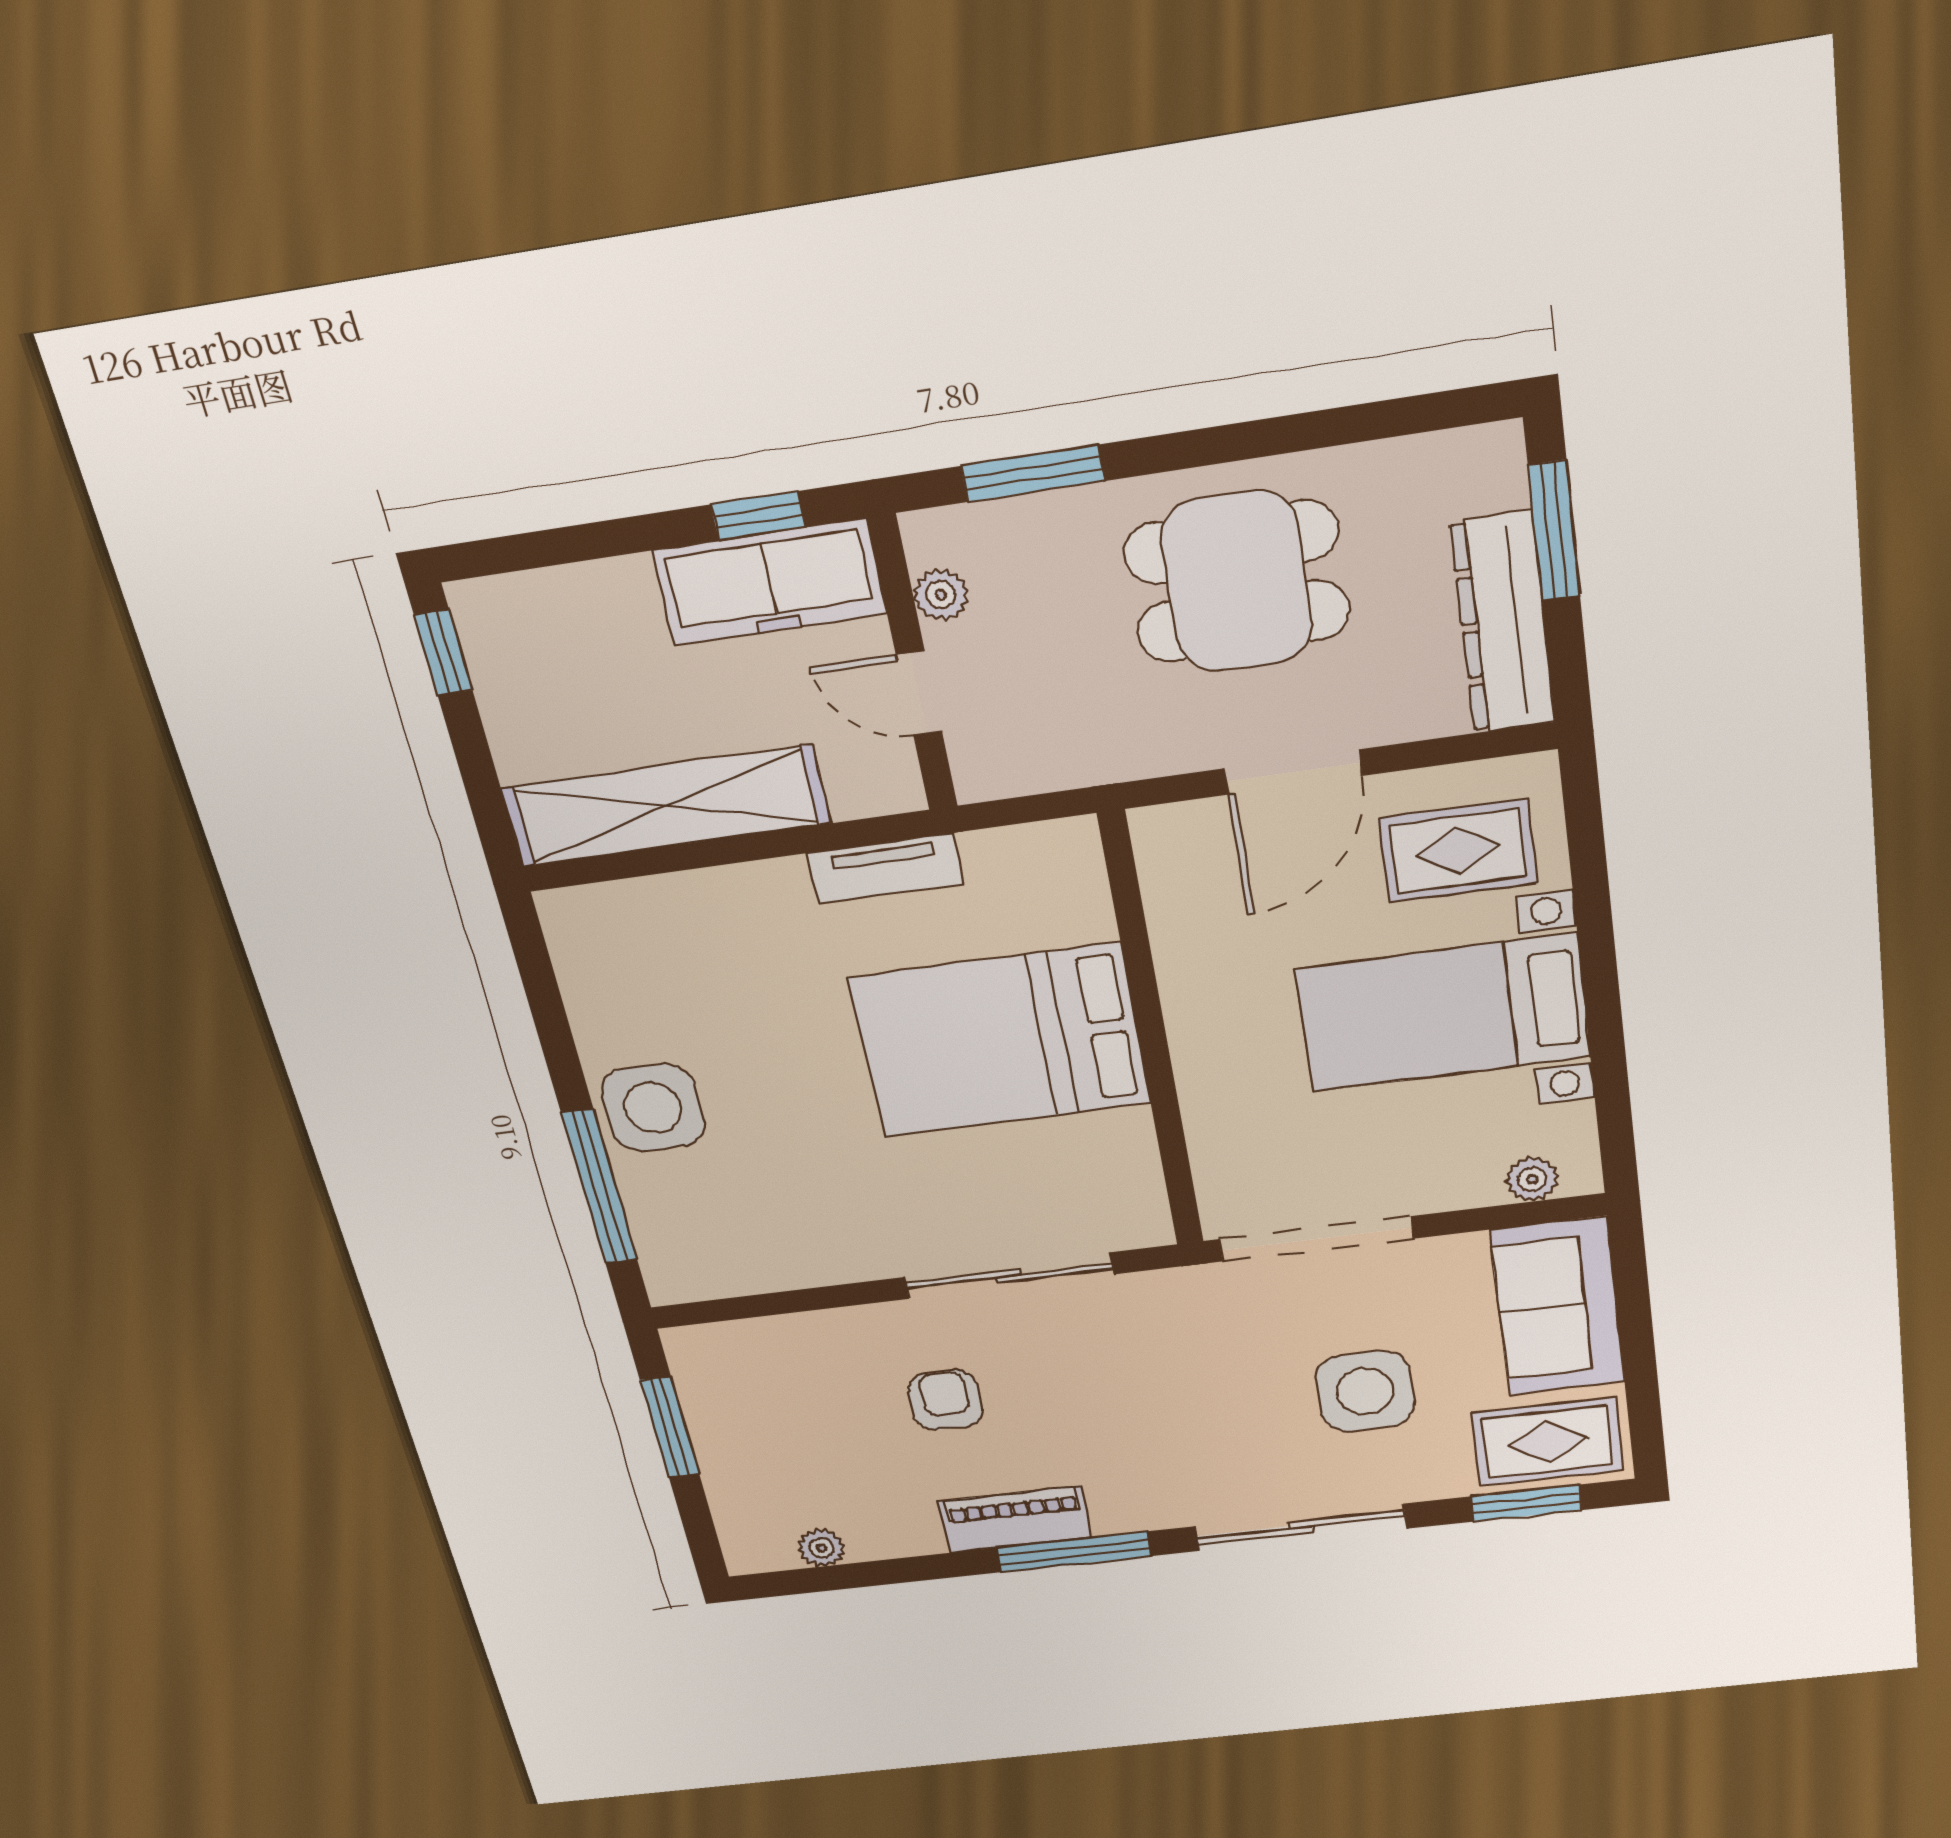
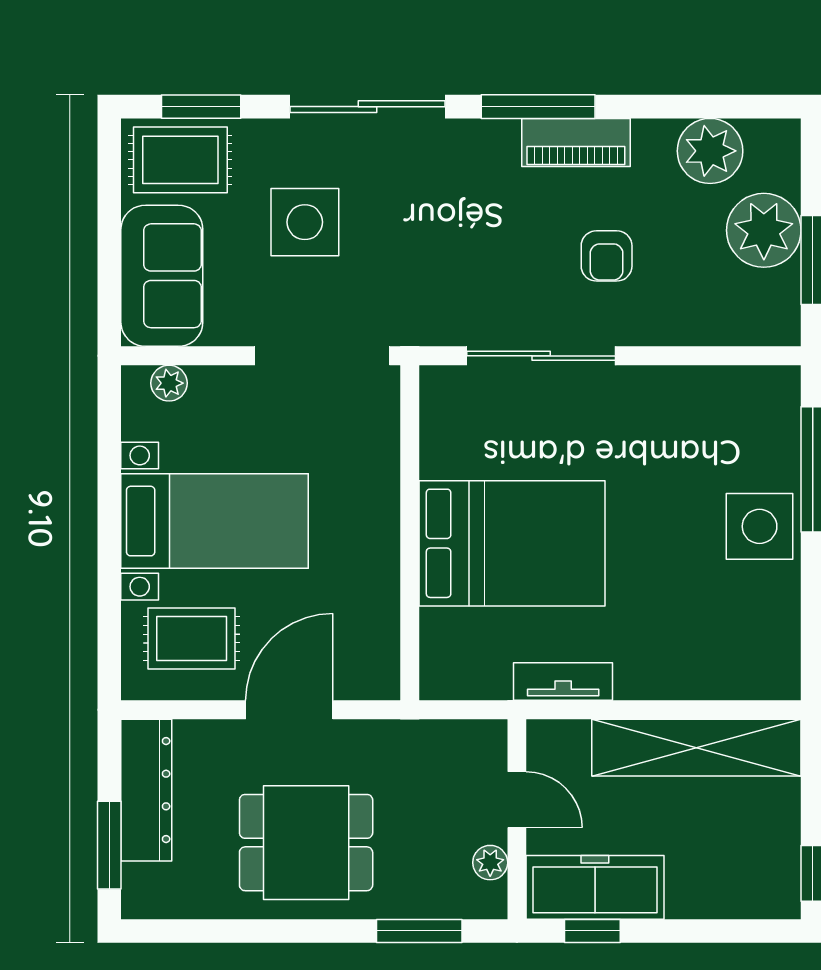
plant: (743, 1452) -> (764, 230), added
plant: (821, 1548) -> (710, 151), width x1.87, depth x1.87

